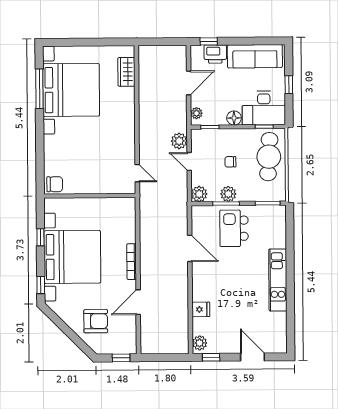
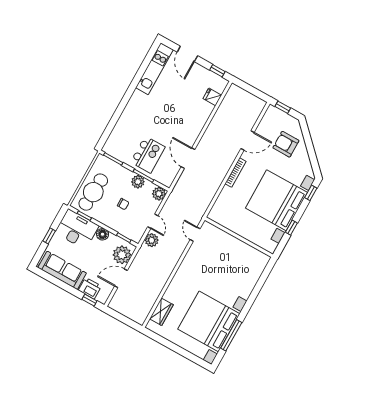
plant: (196, 113) -> (122, 255), width x1.88, depth x1.88
chair: (55, 184) -> (259, 260), removed
kitchen unit: (278, 280) -> (154, 69), moved
fridge: (201, 309) -> (212, 97), moved
plant: (200, 343) -> (220, 86), removed

